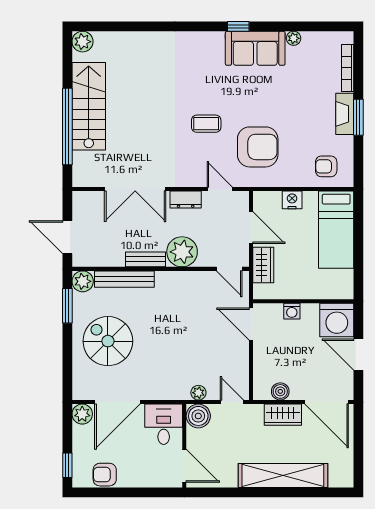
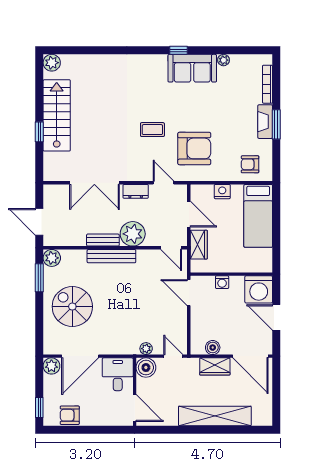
window: (67, 126) -> (39, 132), width x0.32
bench: (124, 279) -> (111, 256), moved

